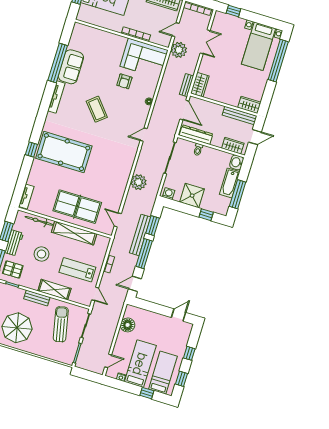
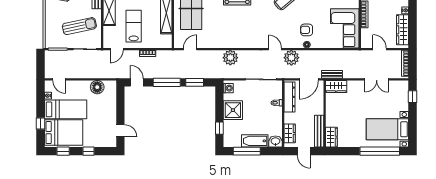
plant: (179, 50) -> (291, 58), moved
armchair: (124, 81) -> (307, 30), moved
bench: (140, 235) -> (183, 74), removed
bed: (163, 373) -> (64, 133), width x1.50

